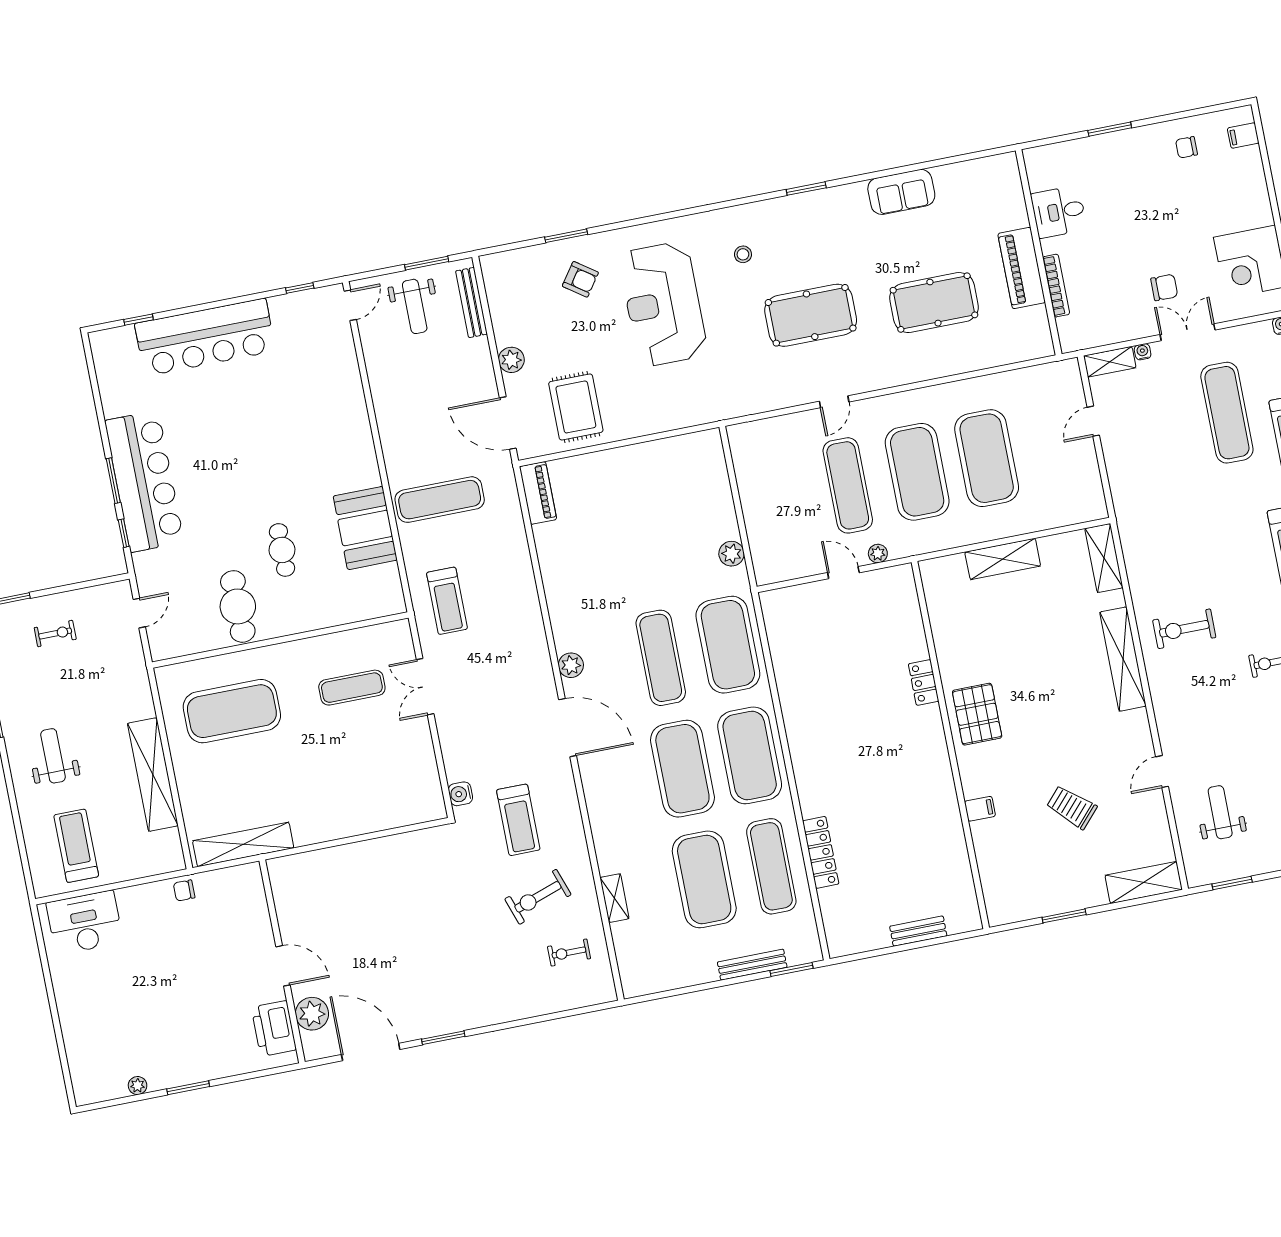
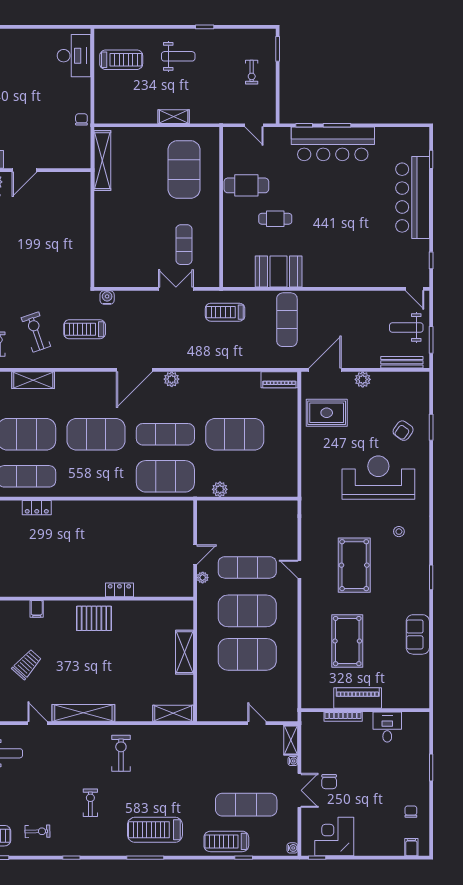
shelving: (1123, 659) -> (83, 713), moved
exercise mat: (750, 755) -> (235, 434), moved
shelving: (153, 775) -> (174, 117), width x0.45, depth x0.75
locker: (821, 852) -> (37, 508), width x0.66
shelving: (615, 898) -> (33, 380), width x1.50, depth x1.33

